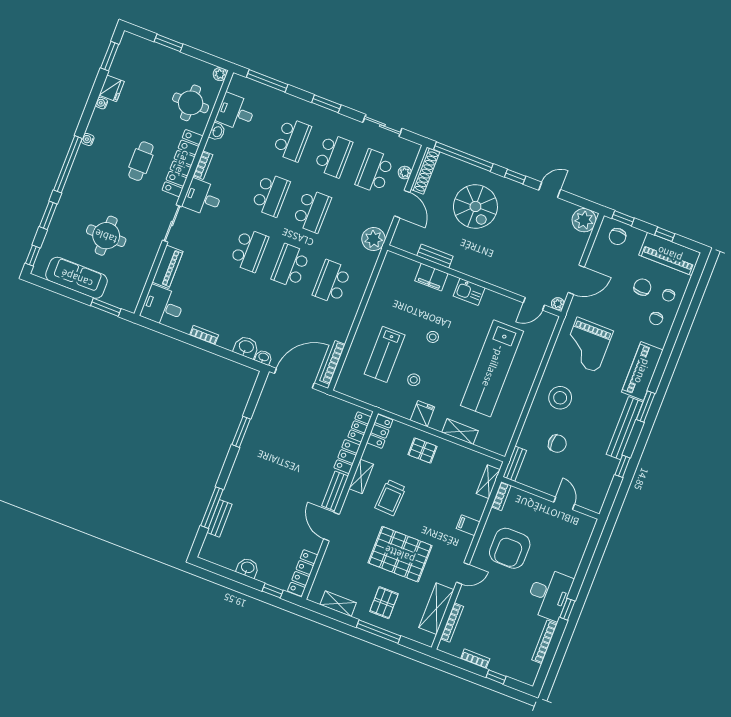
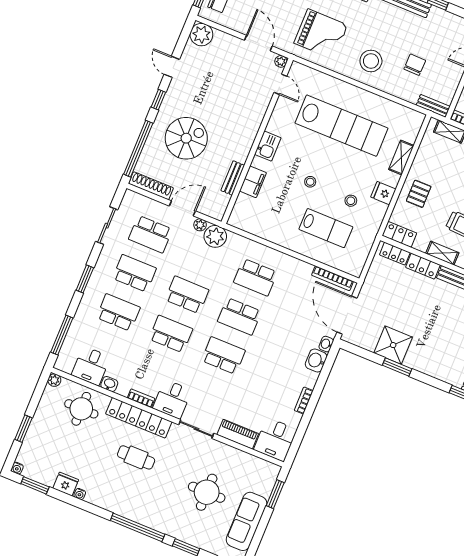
water cooler: (88, 139) -> (17, 468), moved
plant: (405, 173) -> (200, 225), moved
shower: (264, 427) -> (393, 345), added

